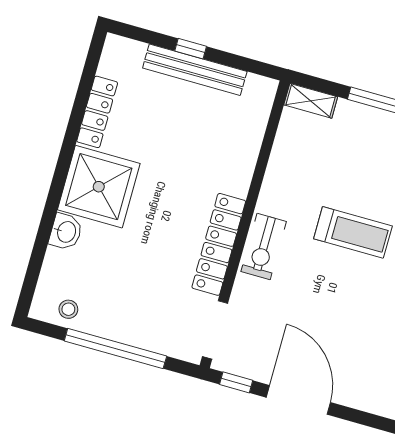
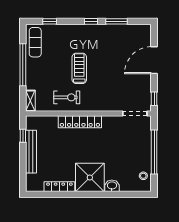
window: (191, 49) -> (23, 136), moved
locker: (219, 244) -> (80, 122), moved
exercise bike: (264, 247) -> (67, 97), moved
door: (298, 400) -> (154, 60), moved

